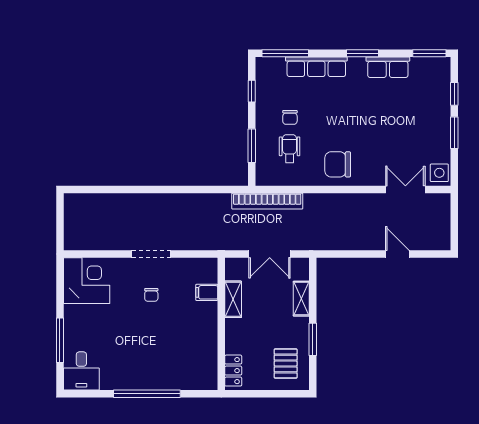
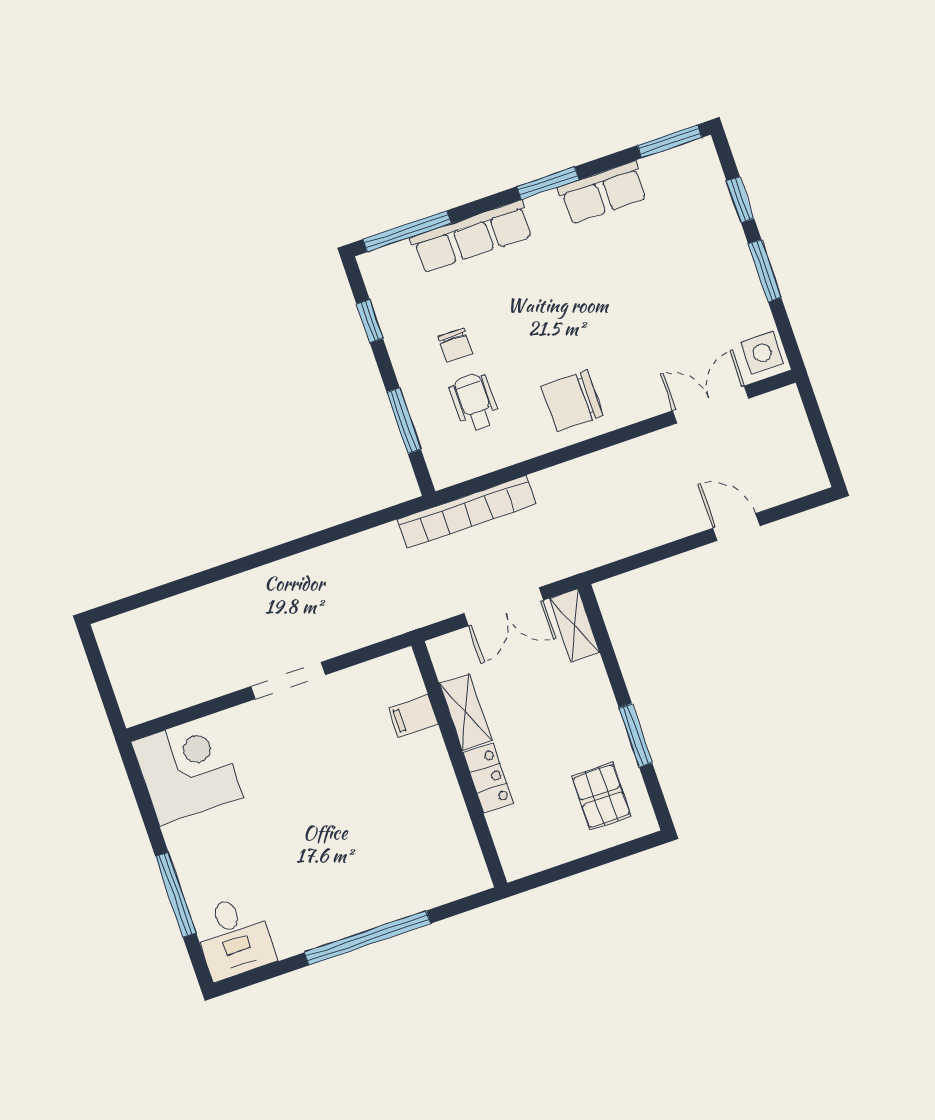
chair: (151, 295) -> (314, 755), removed
shelving: (301, 299) -> (575, 625), moved
locker: (233, 371) -> (488, 778), moved

